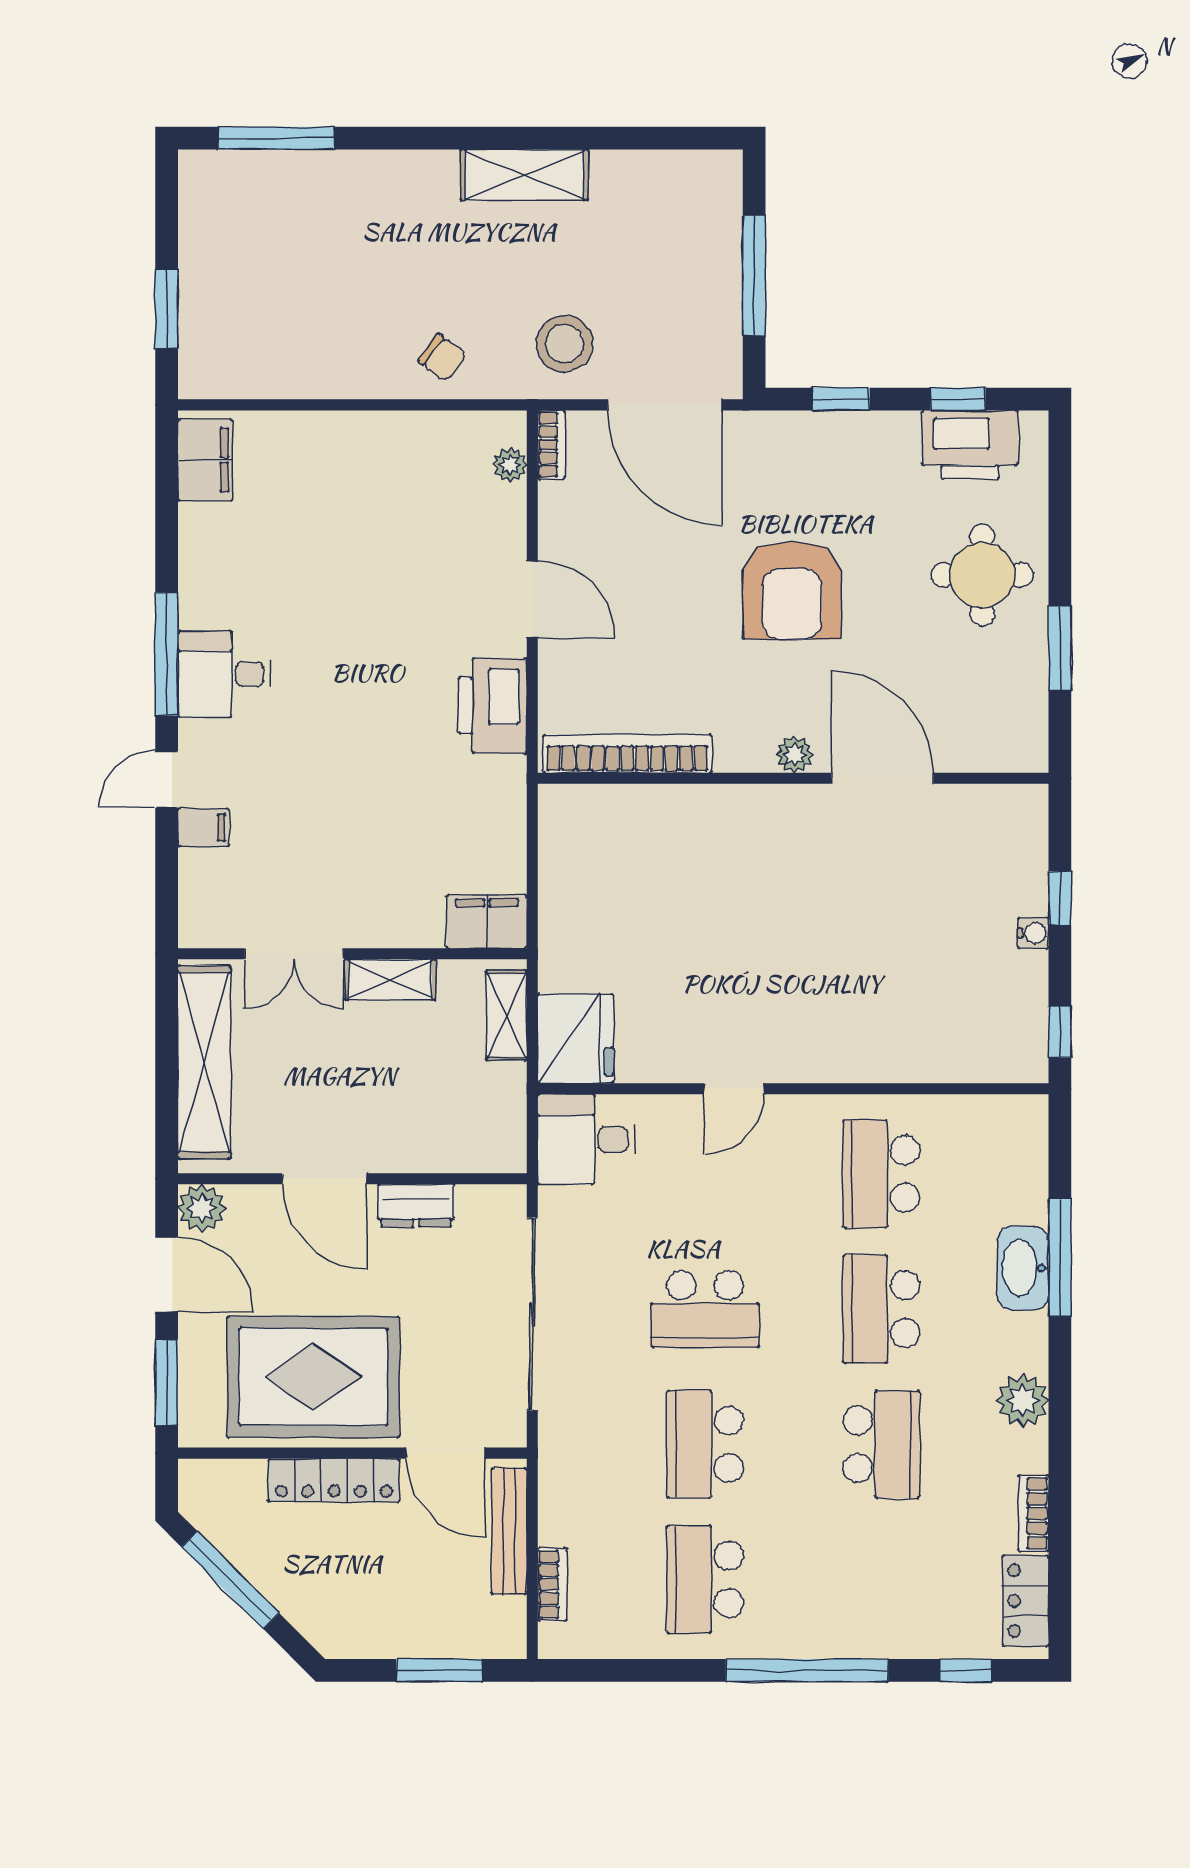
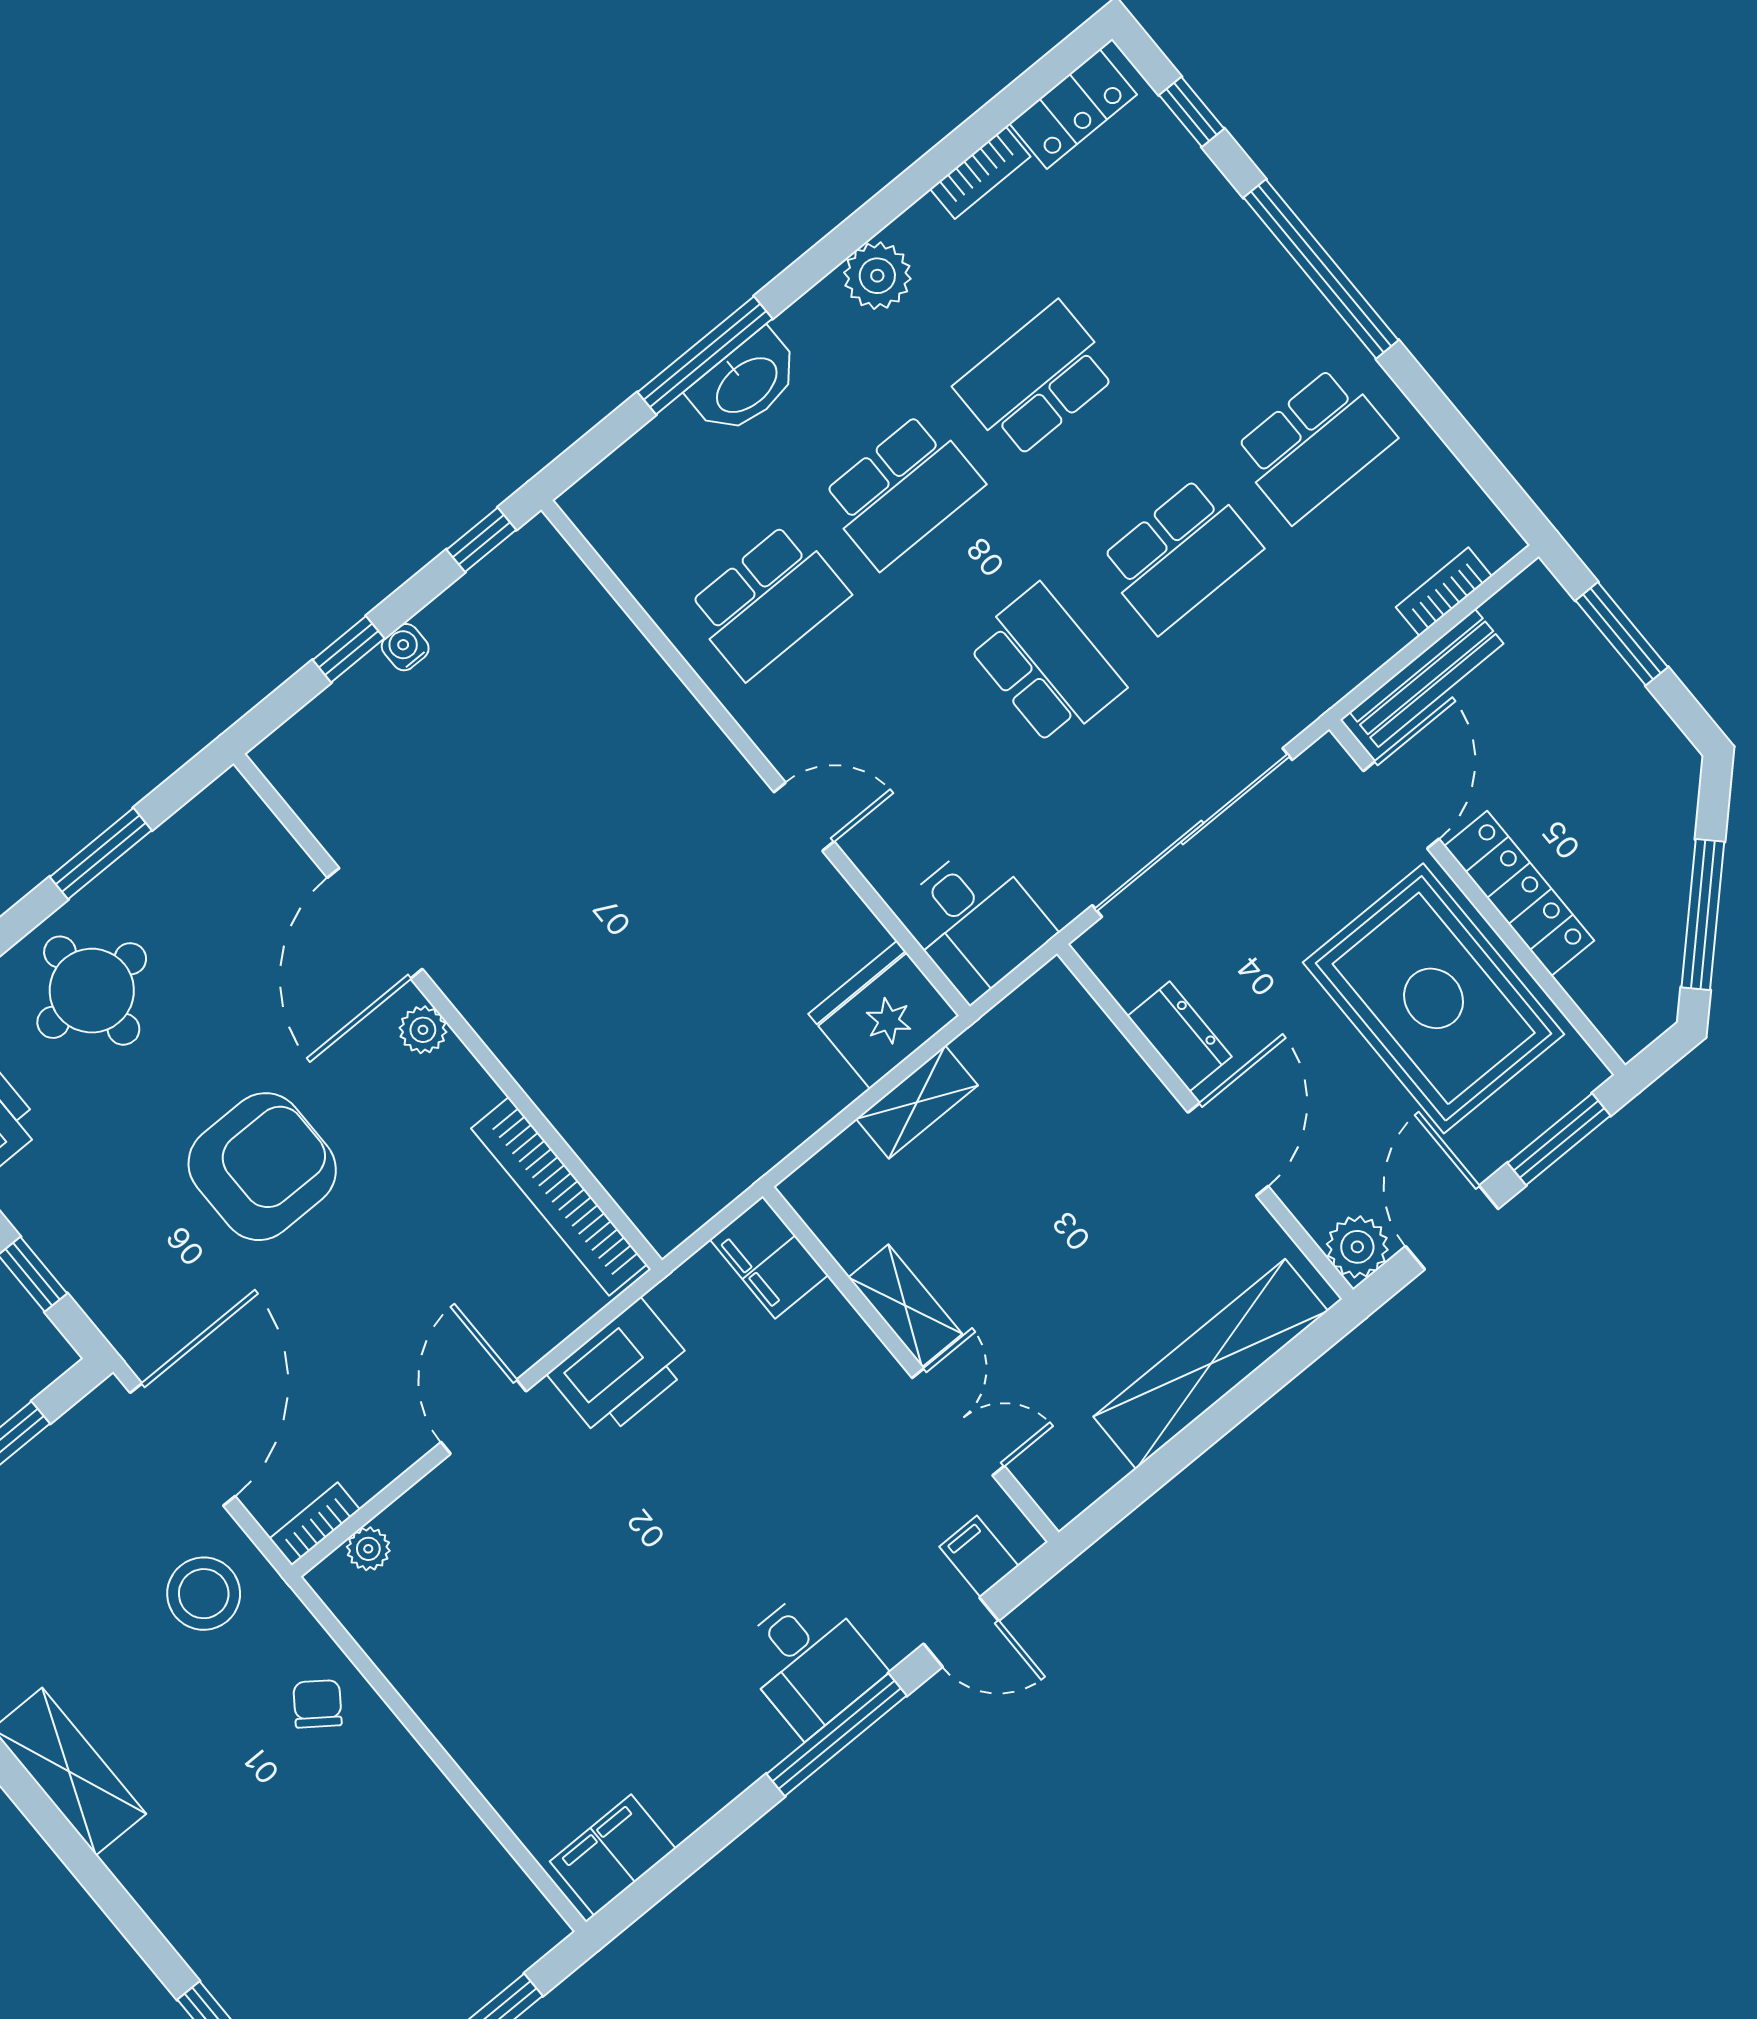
filing cabinet: (487, 922) -> (769, 1257), moved
double door: (294, 954) -> (958, 1422), moved
wall: (352, 954) -> (911, 1364), moved
shelving: (390, 980) -> (905, 1306), moved

